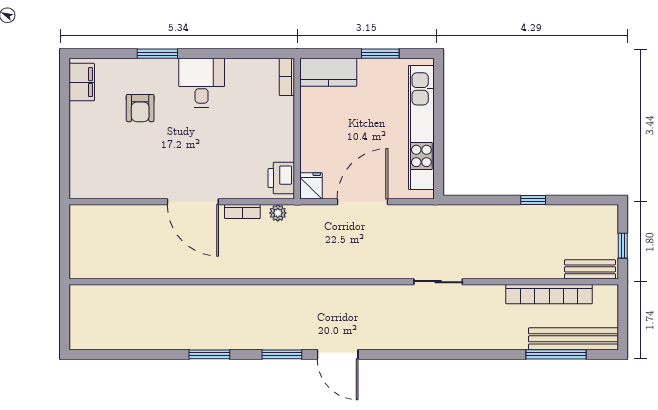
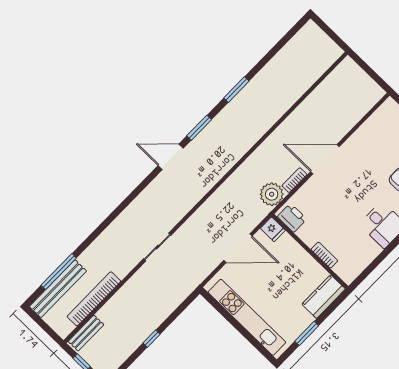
bookcase: (287, 77) -> (324, 255), moved
door: (363, 202) -> (238, 248), hinge flipped
plant: (278, 213) -> (272, 194), width x1.88, depth x1.88

